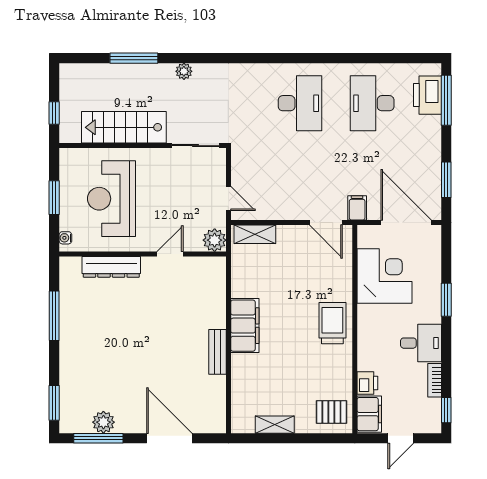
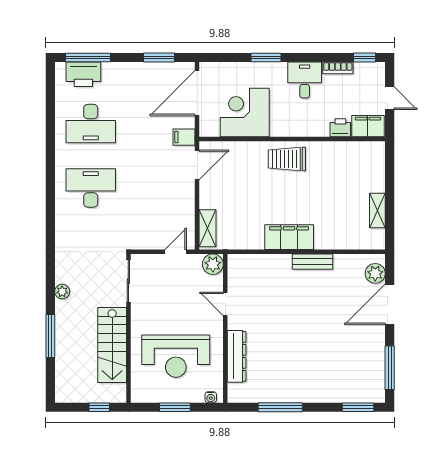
pallet: (331, 412) -> (366, 160), removed
plant: (103, 422) -> (375, 273), moved

